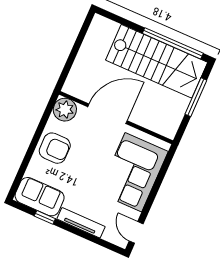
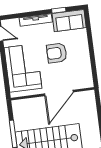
plant: (65, 110) -> (85, 80), removed
armchair: (55, 148) -> (57, 53), moved

